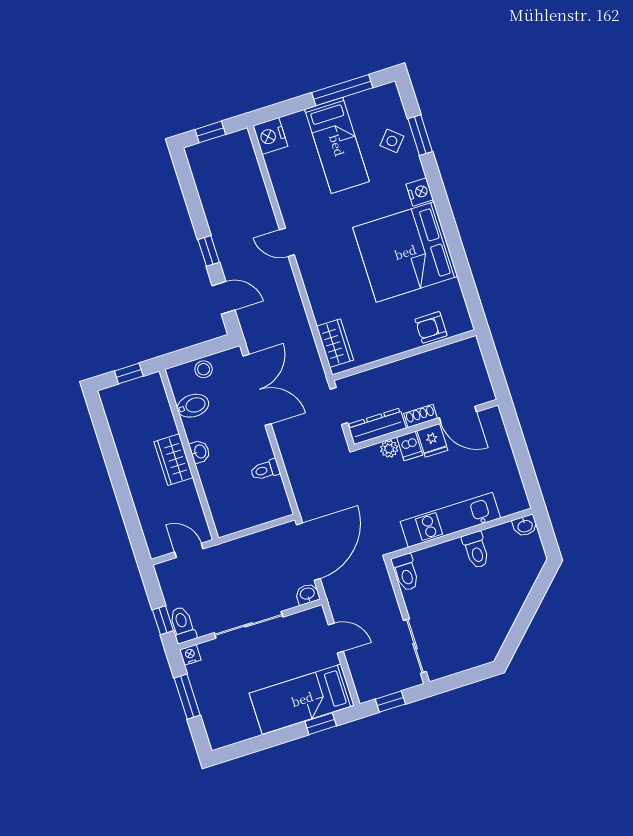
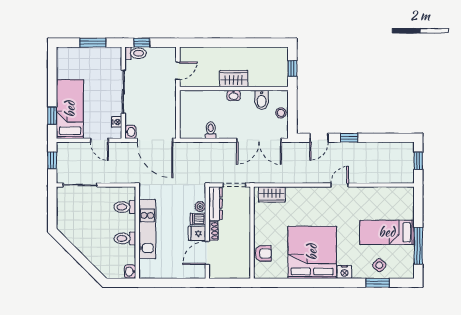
nightstand: (270, 136) -> (405, 195), removed
armchair: (431, 327) -> (263, 253), turned 90
toilet: (406, 572) -> (125, 207), moved
door: (336, 638) -> (99, 140), hinge flipped
nightstand: (190, 655) -> (117, 122), moved

